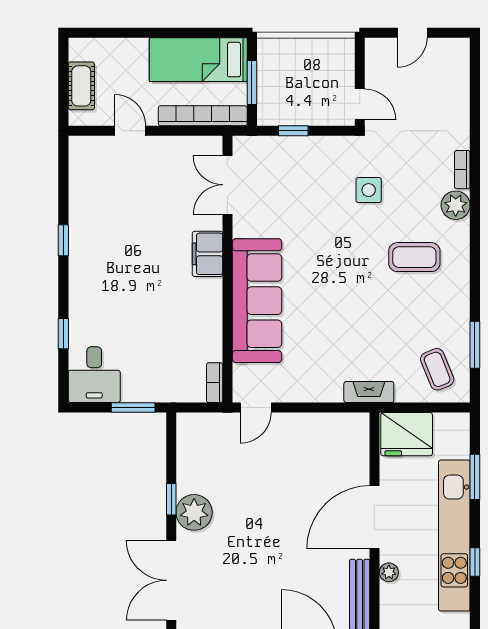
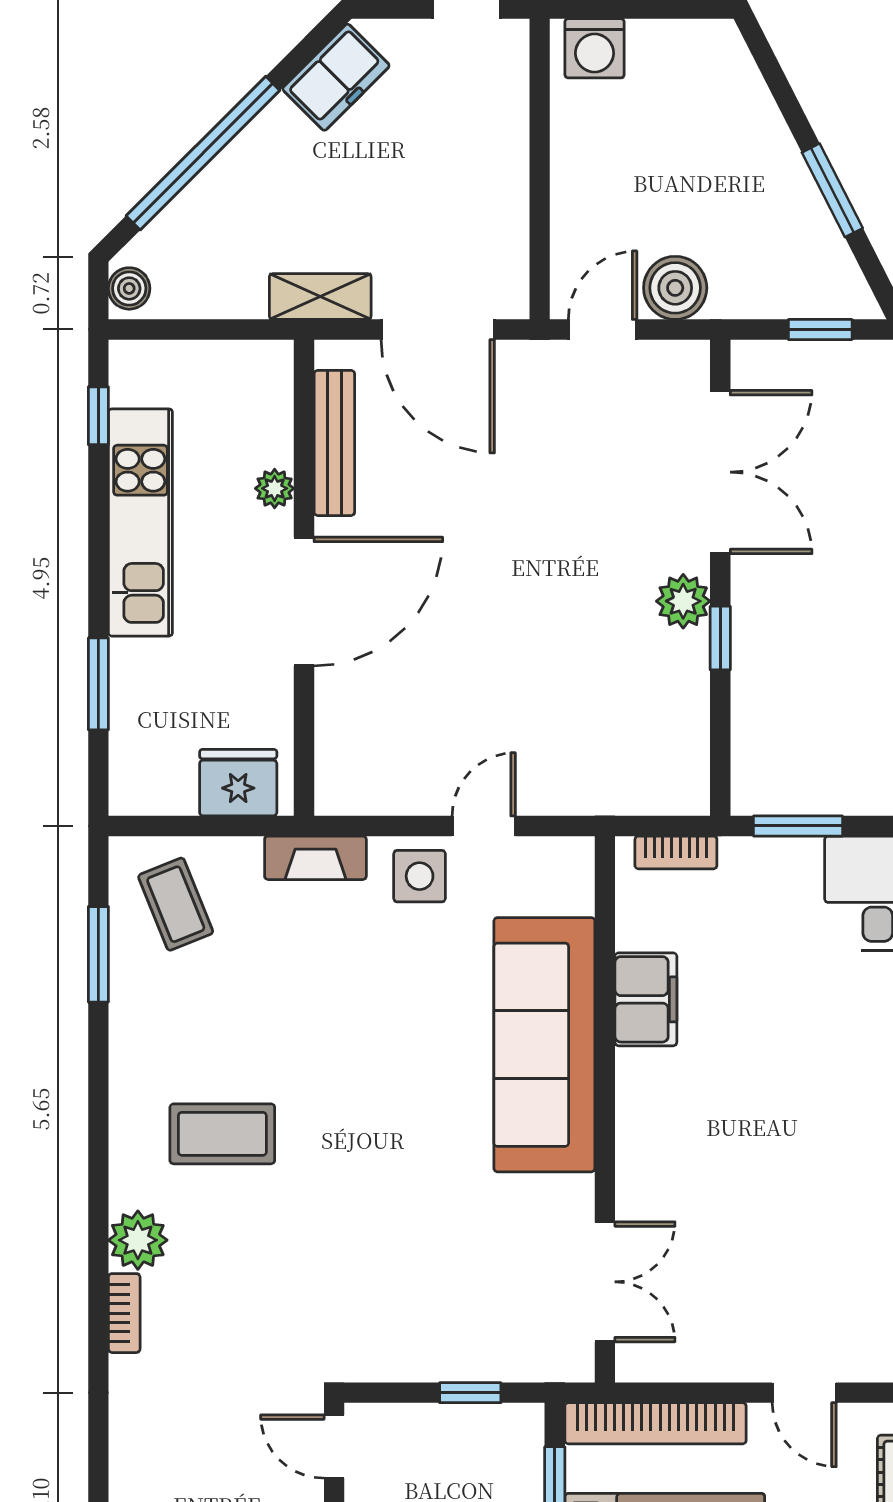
side table: (369, 190) -> (420, 876), moved
filing cabinet: (207, 254) -> (646, 999), moved
bookcase: (215, 383) -> (676, 852), moved, turned 90
door: (256, 407) -> (484, 826), moved
fridge: (407, 434) -> (238, 783), width x0.73, depth x0.75
plant: (194, 512) -> (683, 601), width x0.73, depth x0.73
kitchen unit: (454, 536) -> (140, 522), width x0.73
window: (475, 562) -> (98, 416), moved

